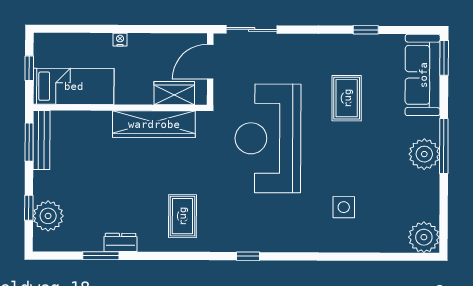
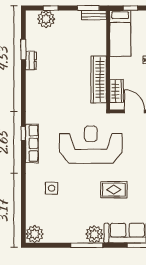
bench: (41, 140) -> (94, 15), width x0.73
plant: (424, 154) -> (94, 234), moved
rug: (182, 216) -> (46, 96), removed
row of seats: (265, 241) -> (32, 143), added

